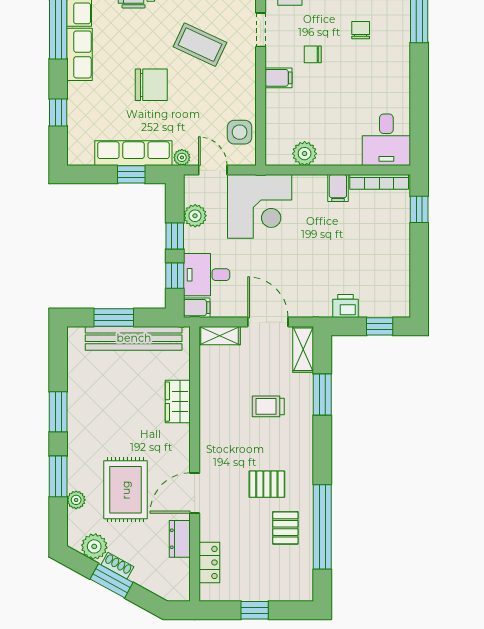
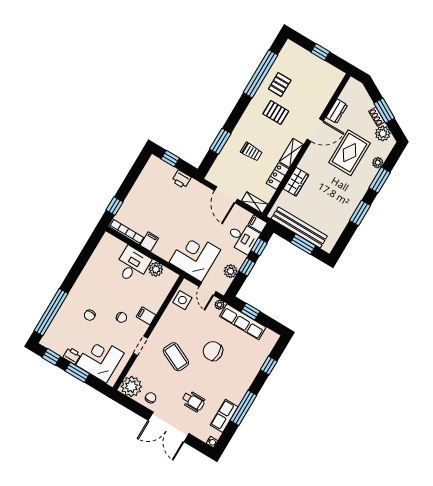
row of seats: (79, 54) -> (240, 388), removed
desk: (386, 140) -> (132, 265), moved
shelving: (303, 349) -> (291, 153), moved
locker: (209, 562) -> (278, 176), moved

